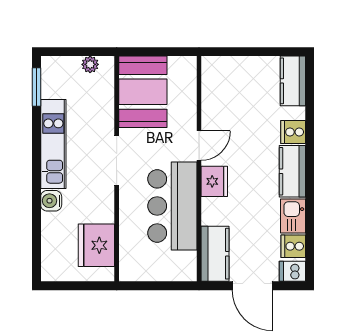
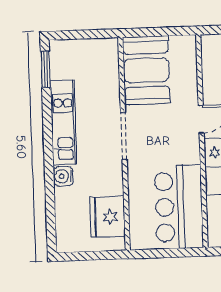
plant: (90, 64) -> (96, 46), removed
bar counter: (172, 206) -> (179, 207), moved

